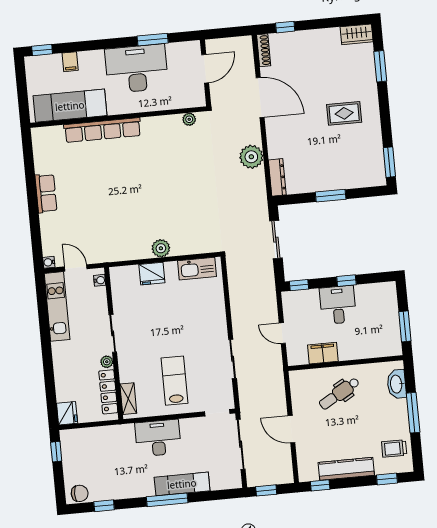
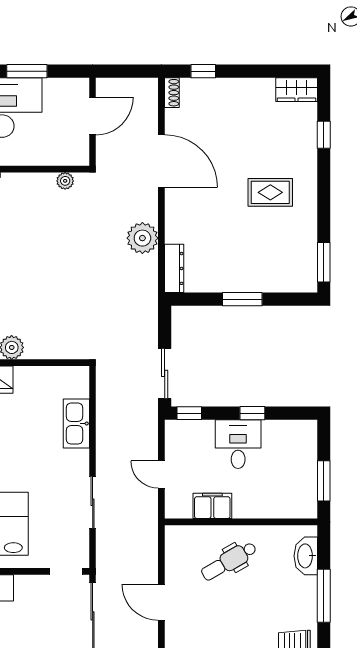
shoe rack: (264, 50) -> (172, 93), width x0.70
window: (380, 66) -> (324, 135), width x0.67
sliding door: (276, 240) -> (165, 373), moved
kitchen sink: (197, 269) -> (76, 424), moved, turned 90

